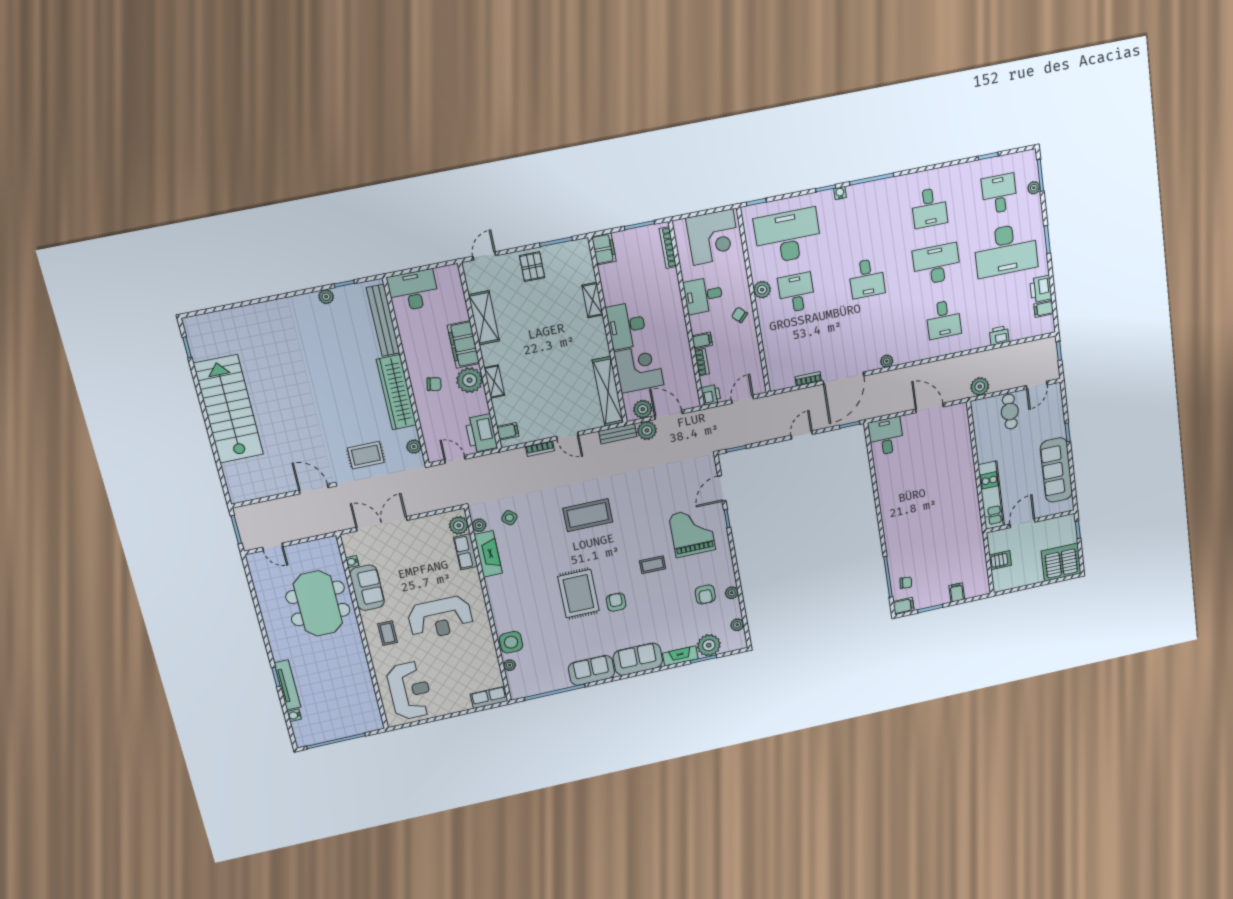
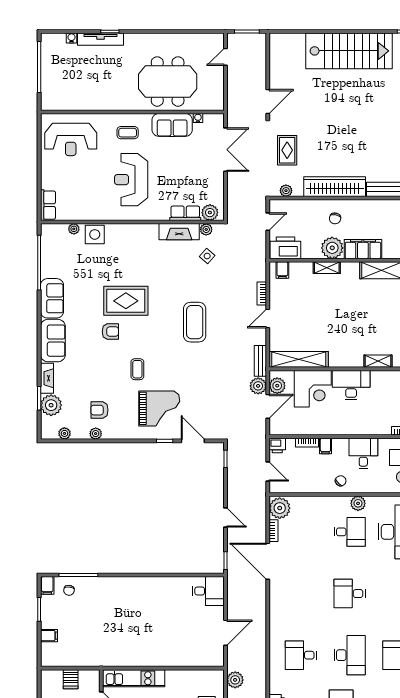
plant: (887, 361) -> (280, 508), moved, width x1.88, depth x1.88

